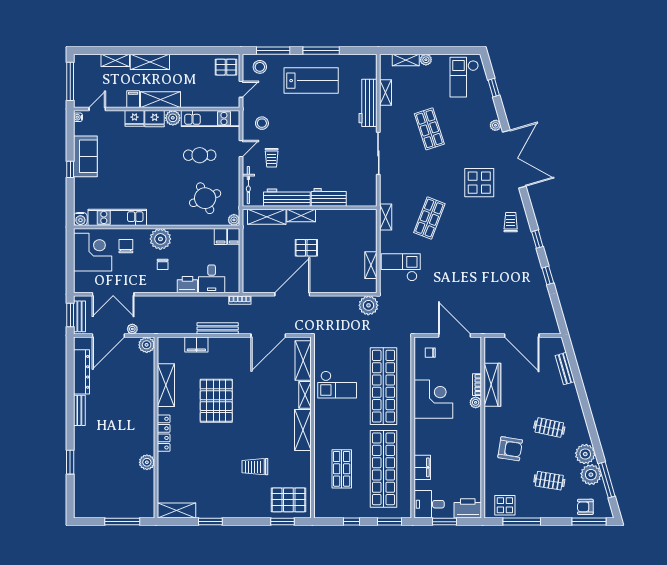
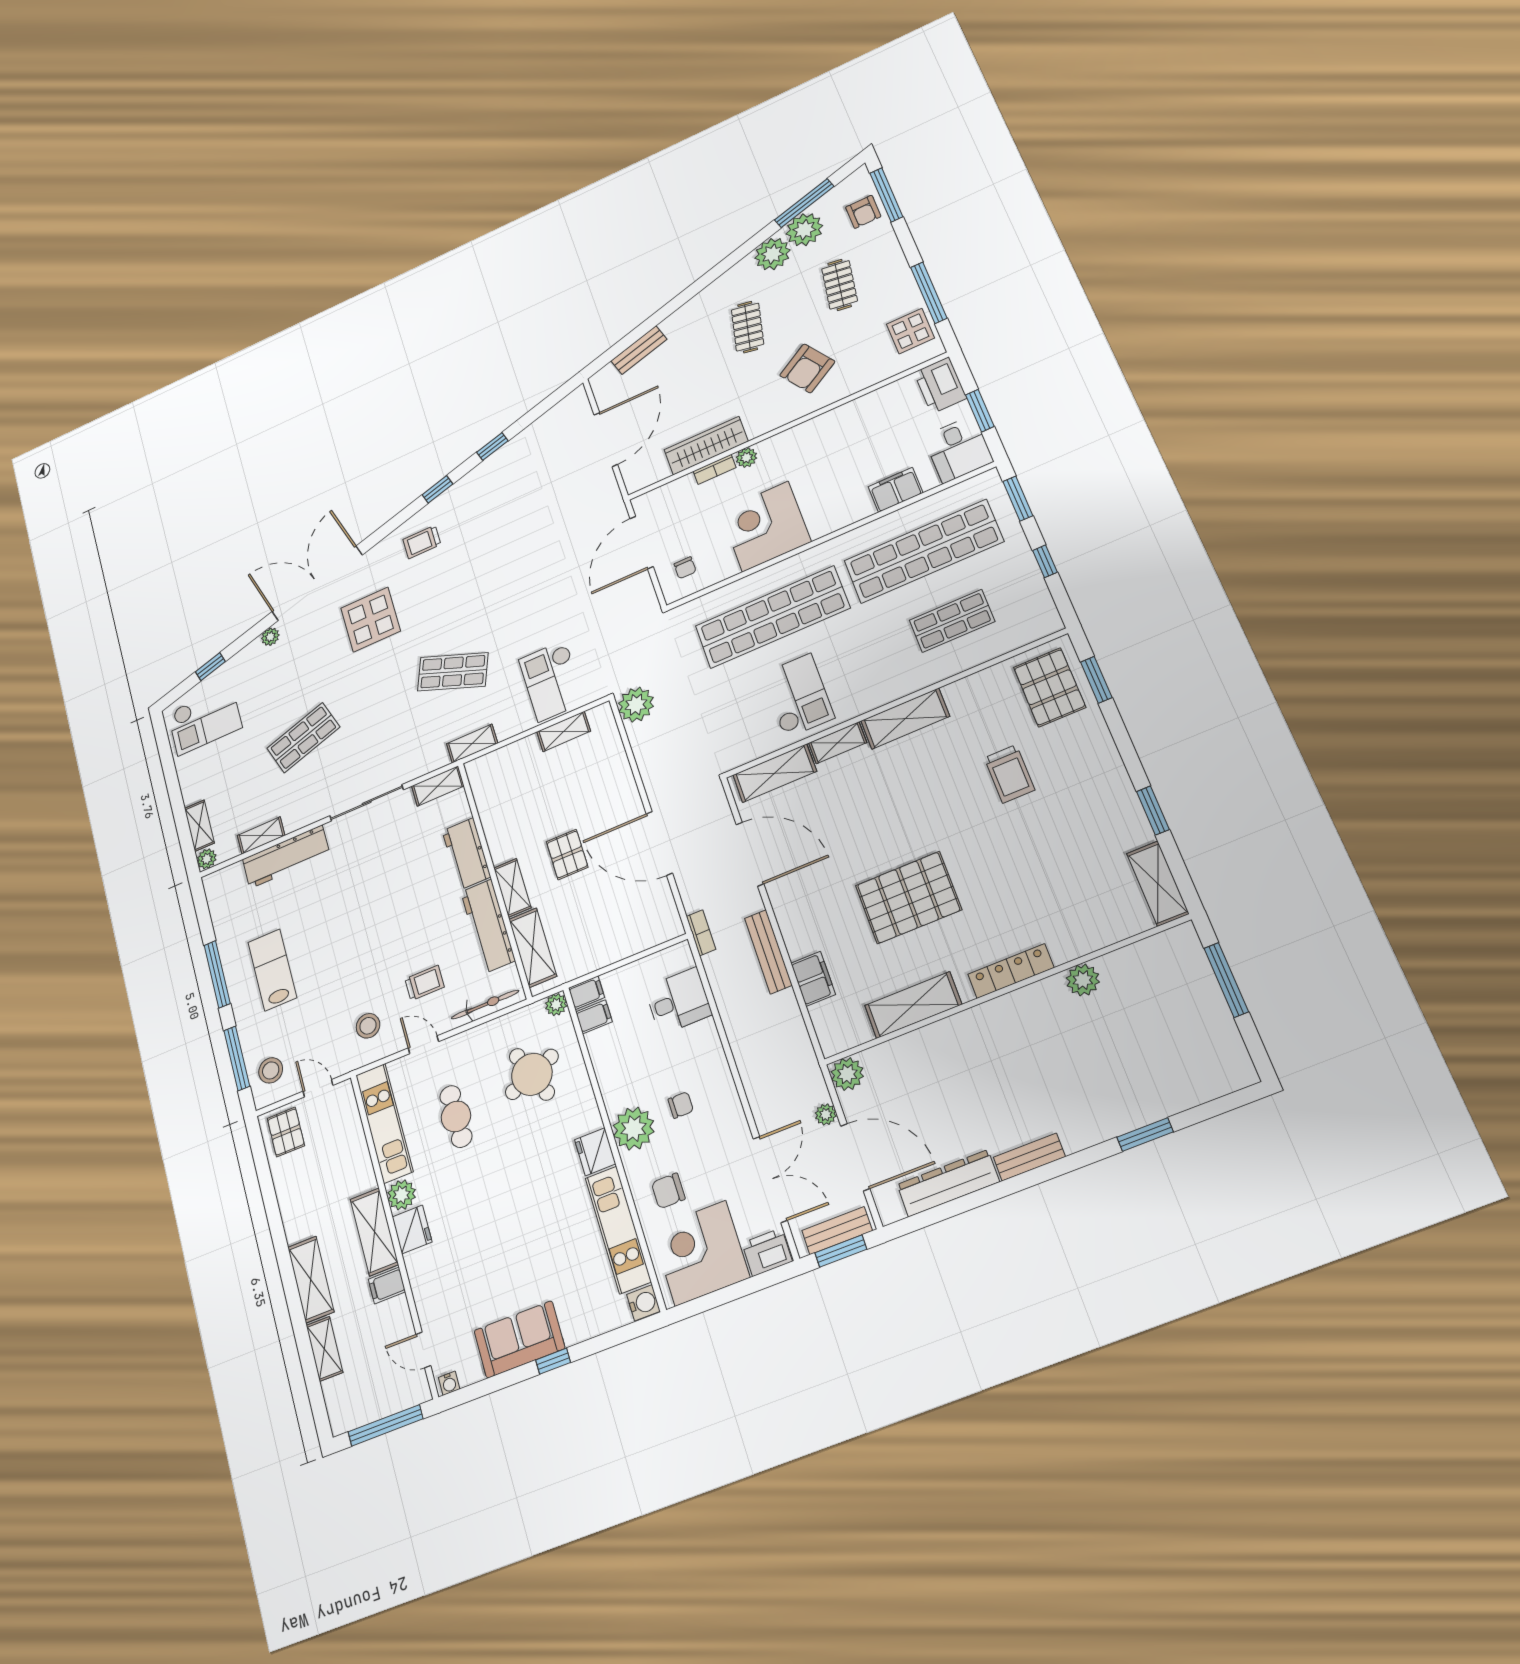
plant: (426, 60) -> (207, 859), moved
lab bench: (311, 81) -> (272, 970), width x0.73, depth x0.72
fridge: (134, 118) -> (595, 1152), moved, turned 180
shelving: (371, 193) -> (438, 786), added
printer: (187, 285) -> (767, 1252), moved, turned 90
armchair: (510, 449) -> (807, 368), turned -132

